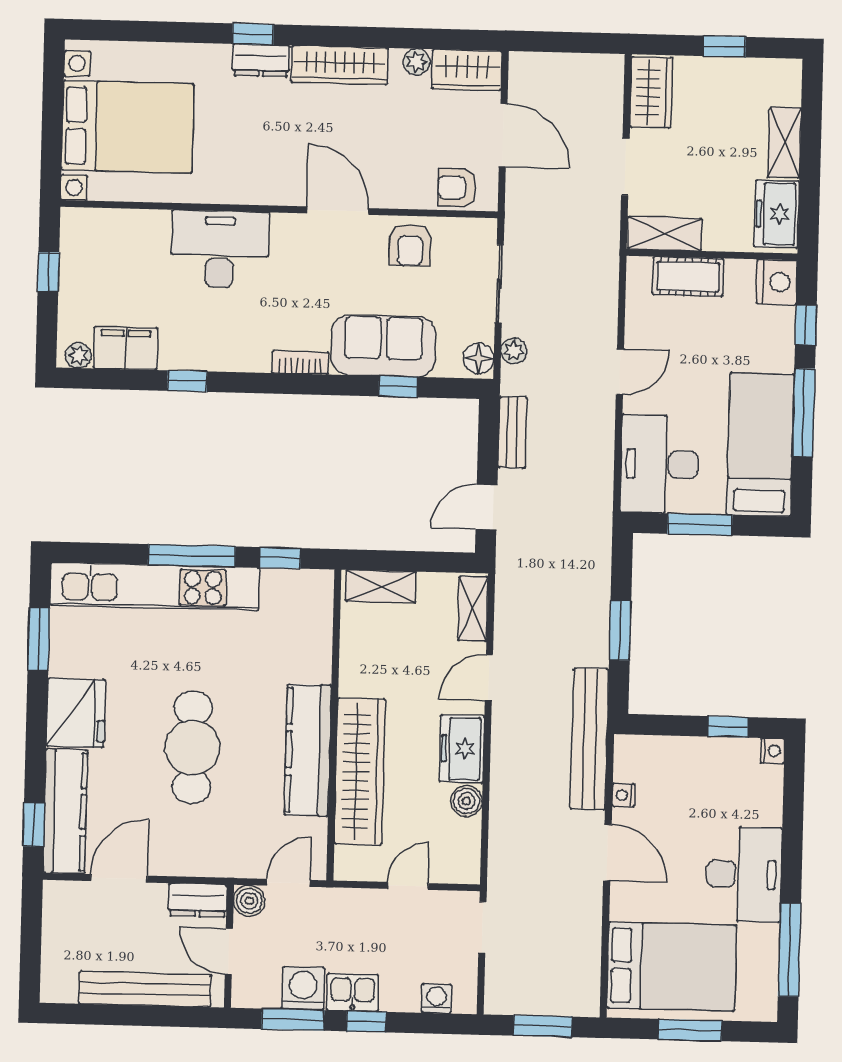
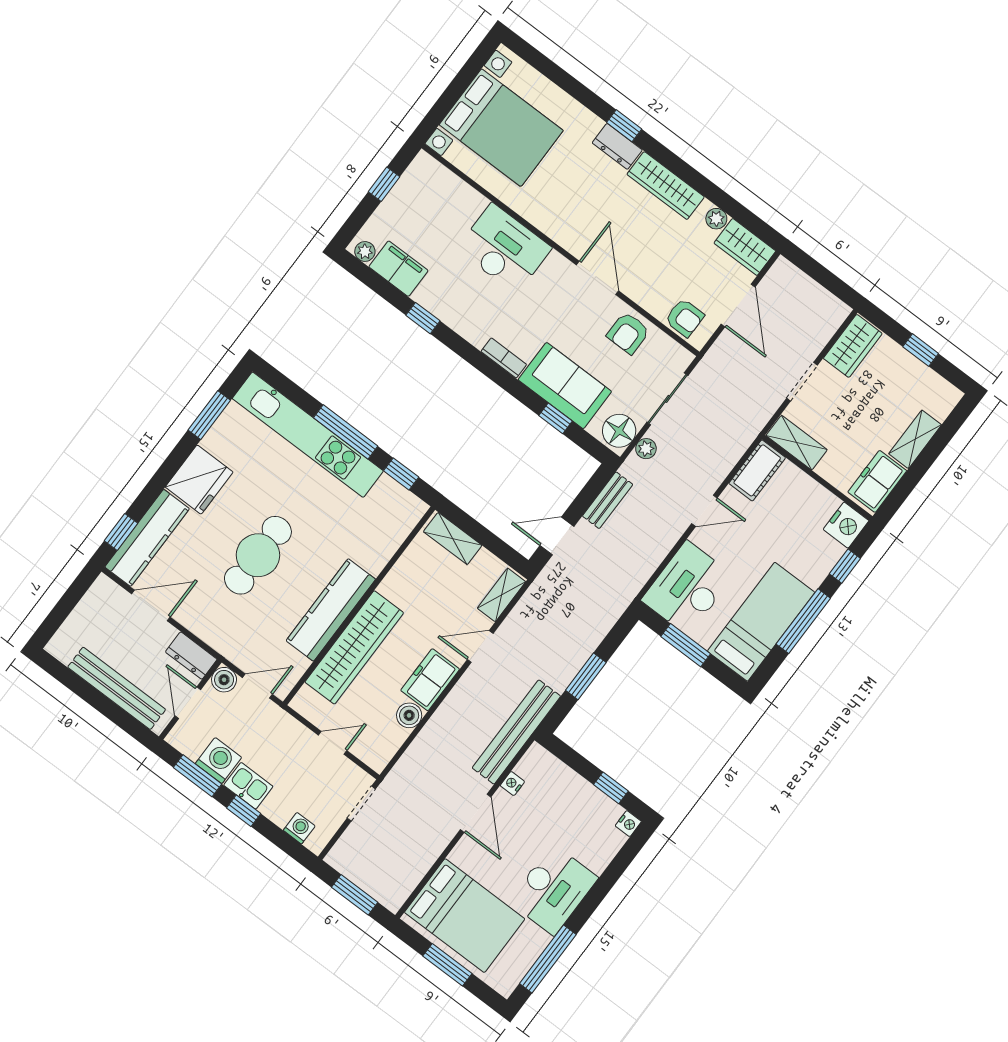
armchair: (457, 188) -> (685, 318), turned 180
cot: (688, 277) -> (757, 470), moved, turned 90
floor lamp: (479, 358) -> (619, 431), width x1.38, depth x1.38

